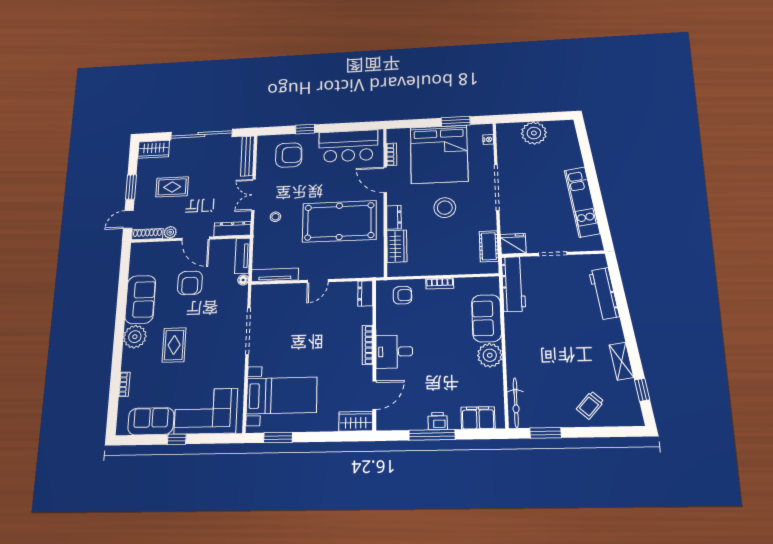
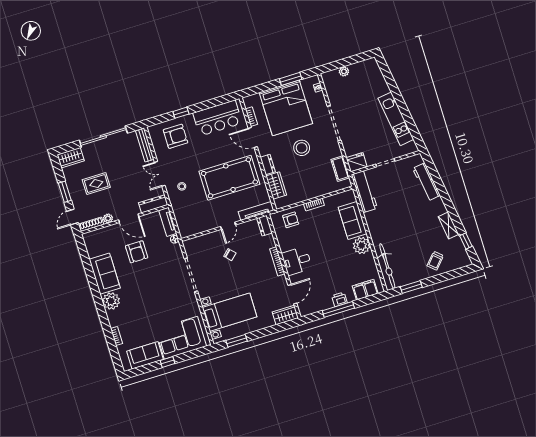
plant: (534, 133) -> (344, 71), width x0.53, depth x0.53
tv unit: (275, 275) -> (256, 211), moved
chair: (308, 319) -> (230, 255), added
rug: (174, 345) -> (142, 299), removed
bicycle: (516, 403) -> (387, 266), width x1.37, depth x1.40

